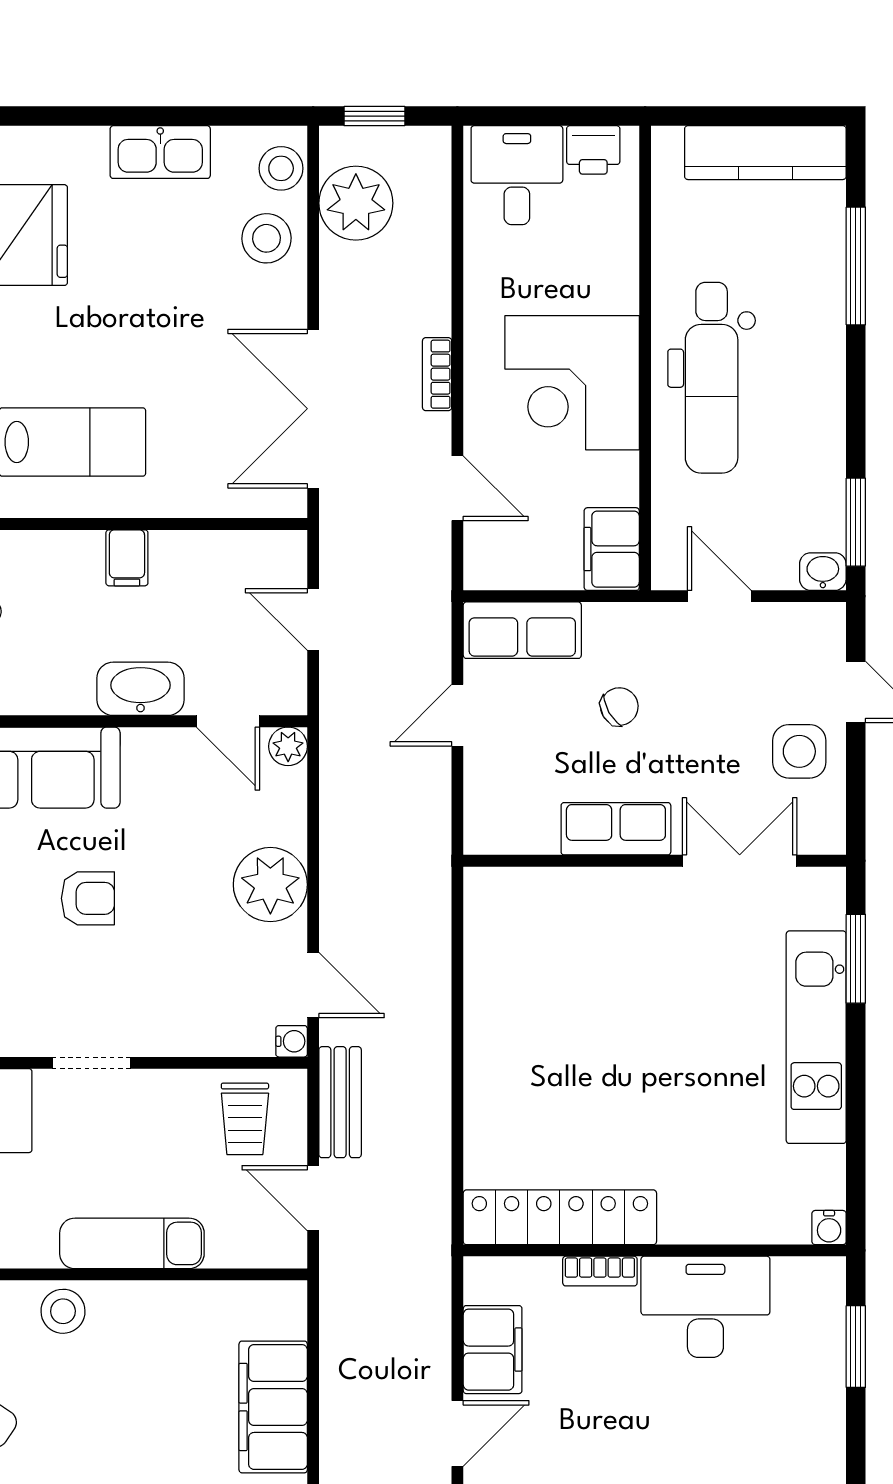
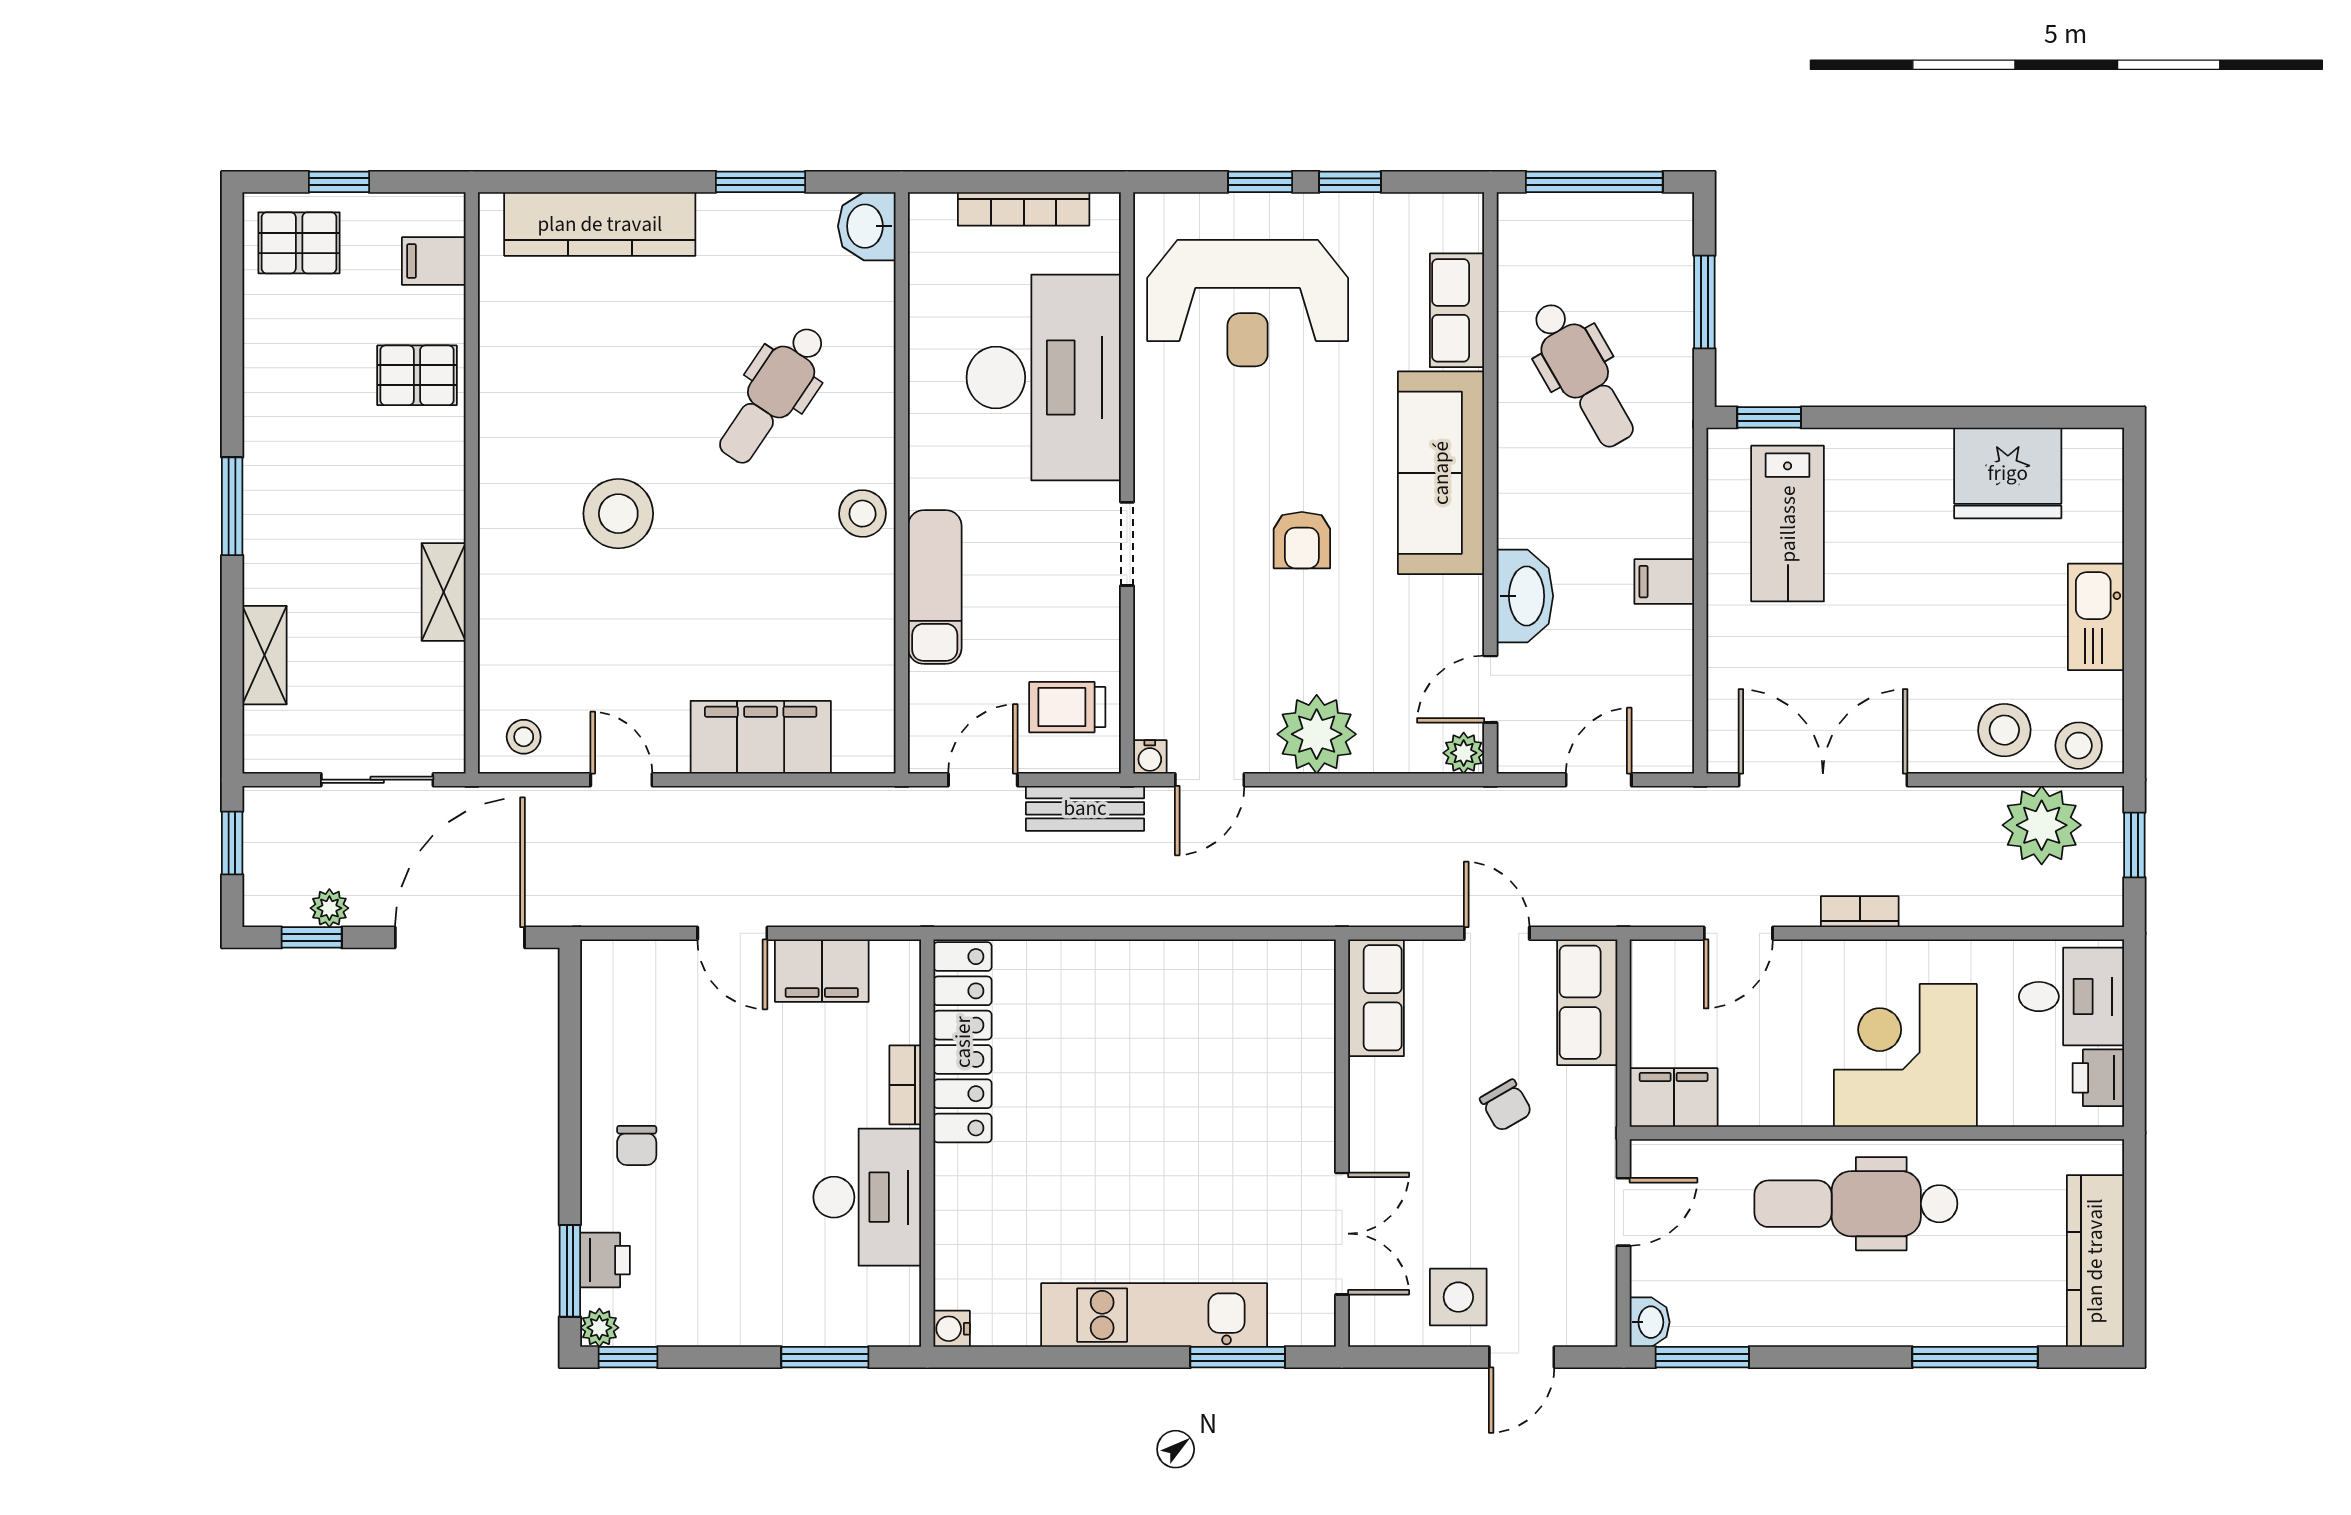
corner desk: (572, 383) -> (1905, 1055), moved
row of seats: (616, 829) -> (1376, 998), moved

